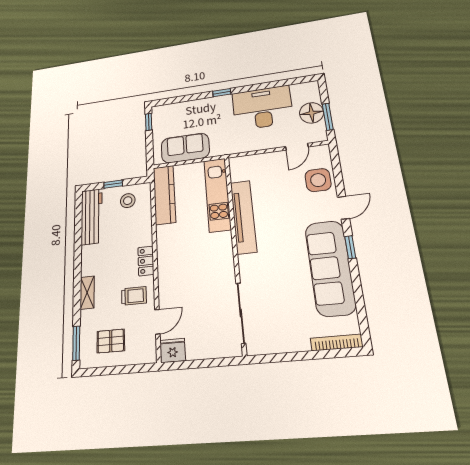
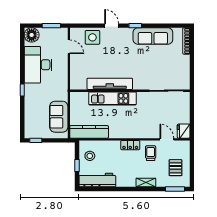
floor lamp: (312, 113) -> (32, 35), moved
kitchen unit: (217, 195) -> (113, 98), moved
sofa: (330, 268) -> (153, 36), width x0.74, depth x0.79

